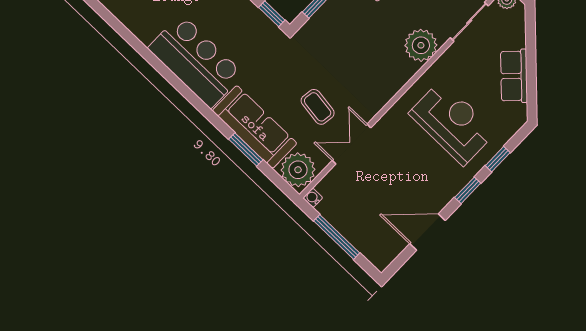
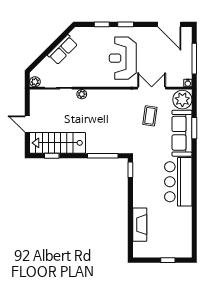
plant: (421, 45) -> (82, 94), width x0.53, depth x0.53
reception desk: (452, 123) -> (123, 58), moved
double door: (352, 144) -> (152, 88), swing flipped
door: (428, 232) -> (169, 24), moved

